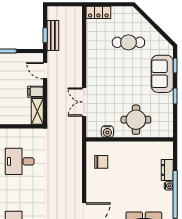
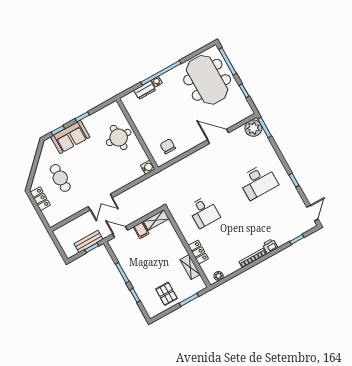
locker: (98, 12) -> (40, 199), moved
door: (45, 71) -> (120, 232), swing flipped
double door: (84, 102) -> (100, 202), moved
water cooler: (107, 132) -> (148, 167), moved

